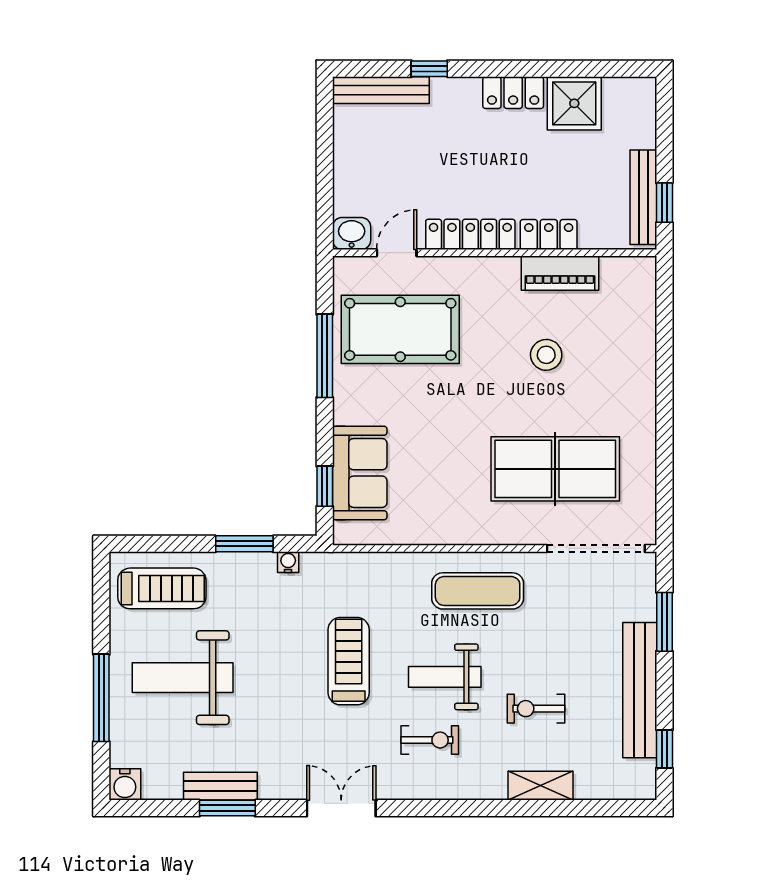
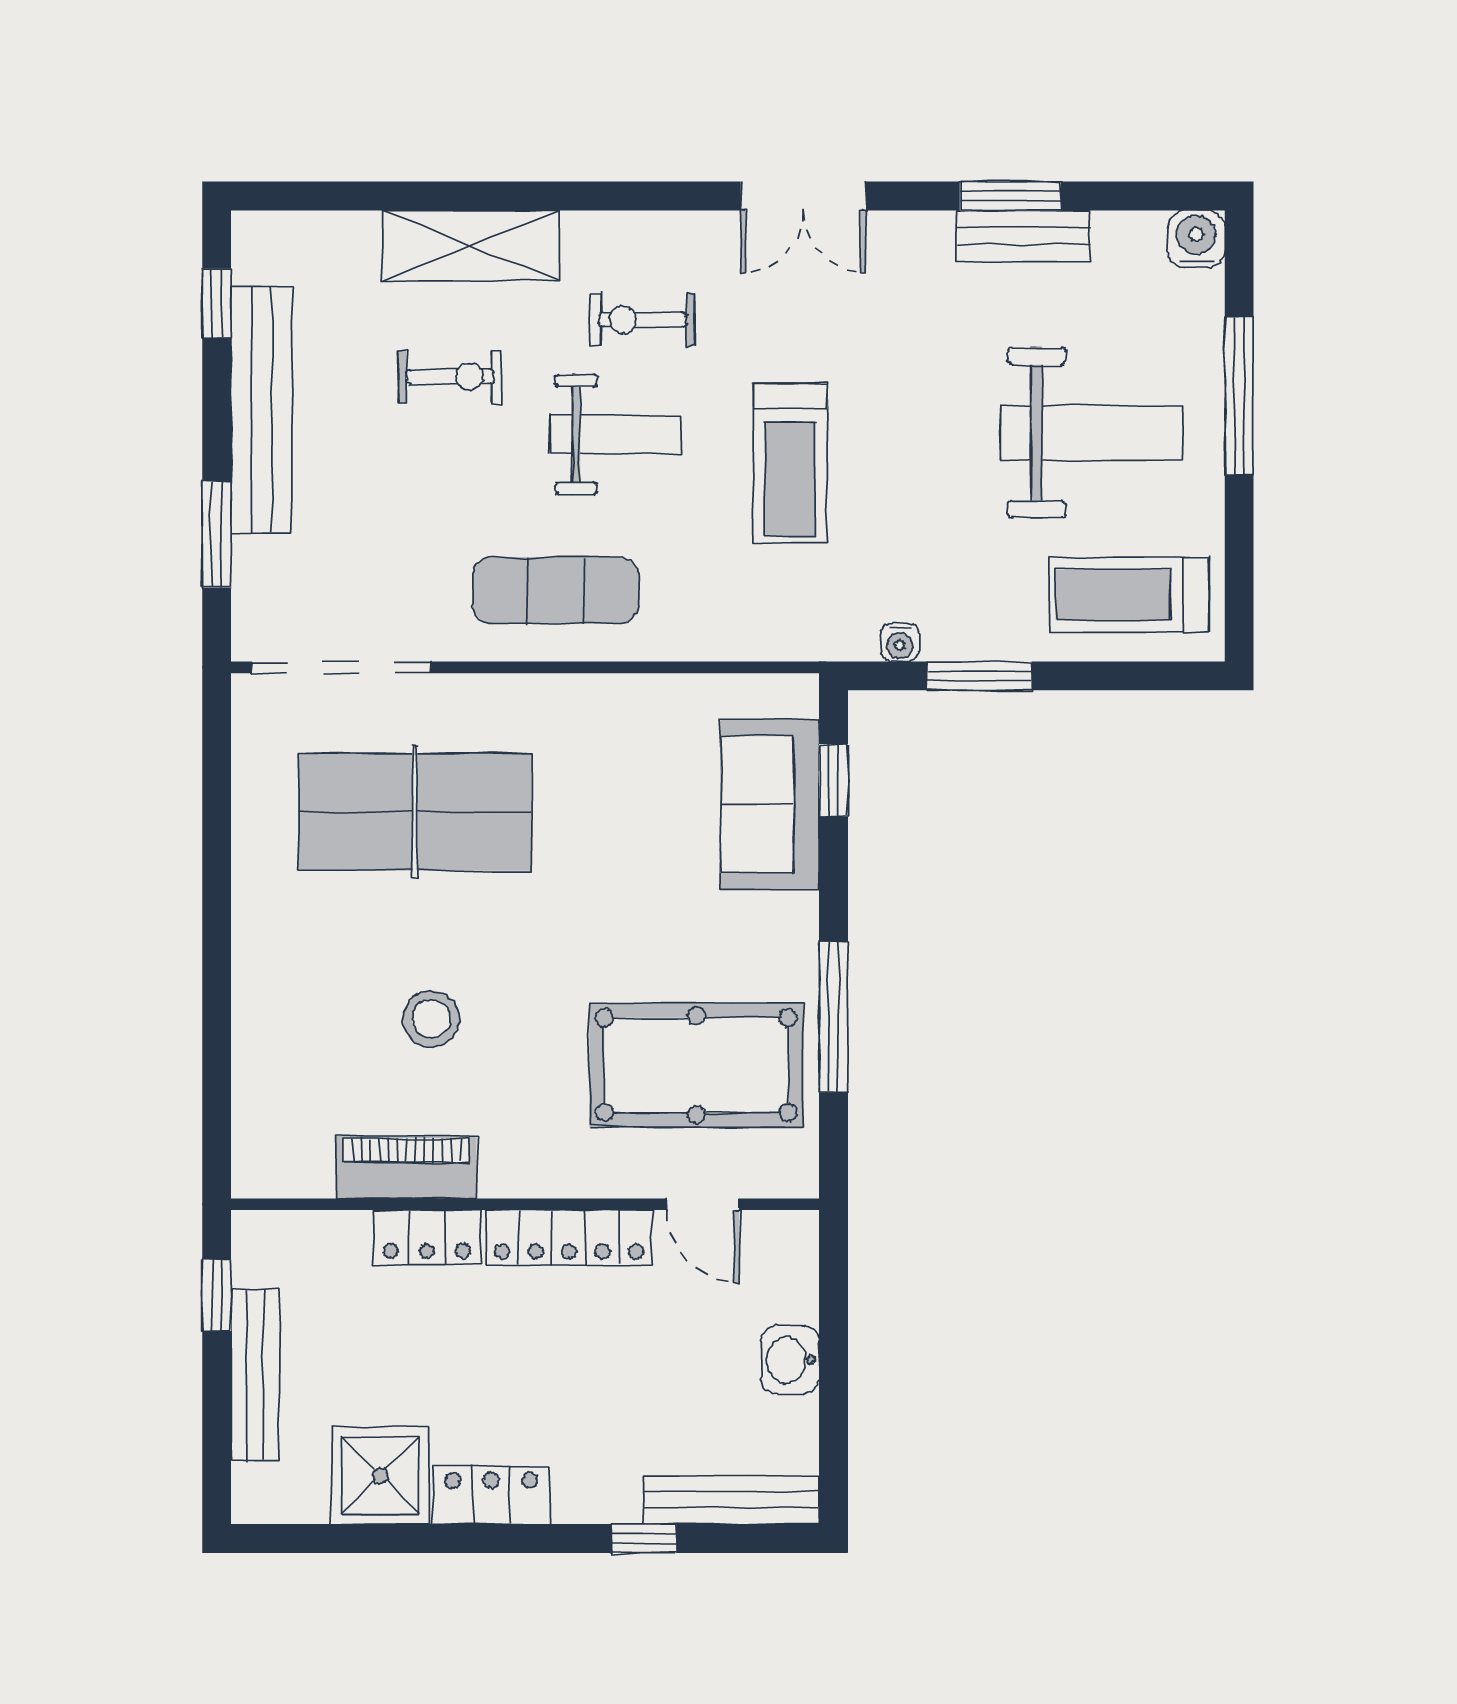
bench: (643, 197) -> (255, 1374), moved
washbasin: (352, 233) -> (790, 1360), moved, turned 90
door: (397, 253) -> (703, 1204), hinge flipped
shelving: (541, 786) -> (471, 246), width x1.50, depth x1.33

